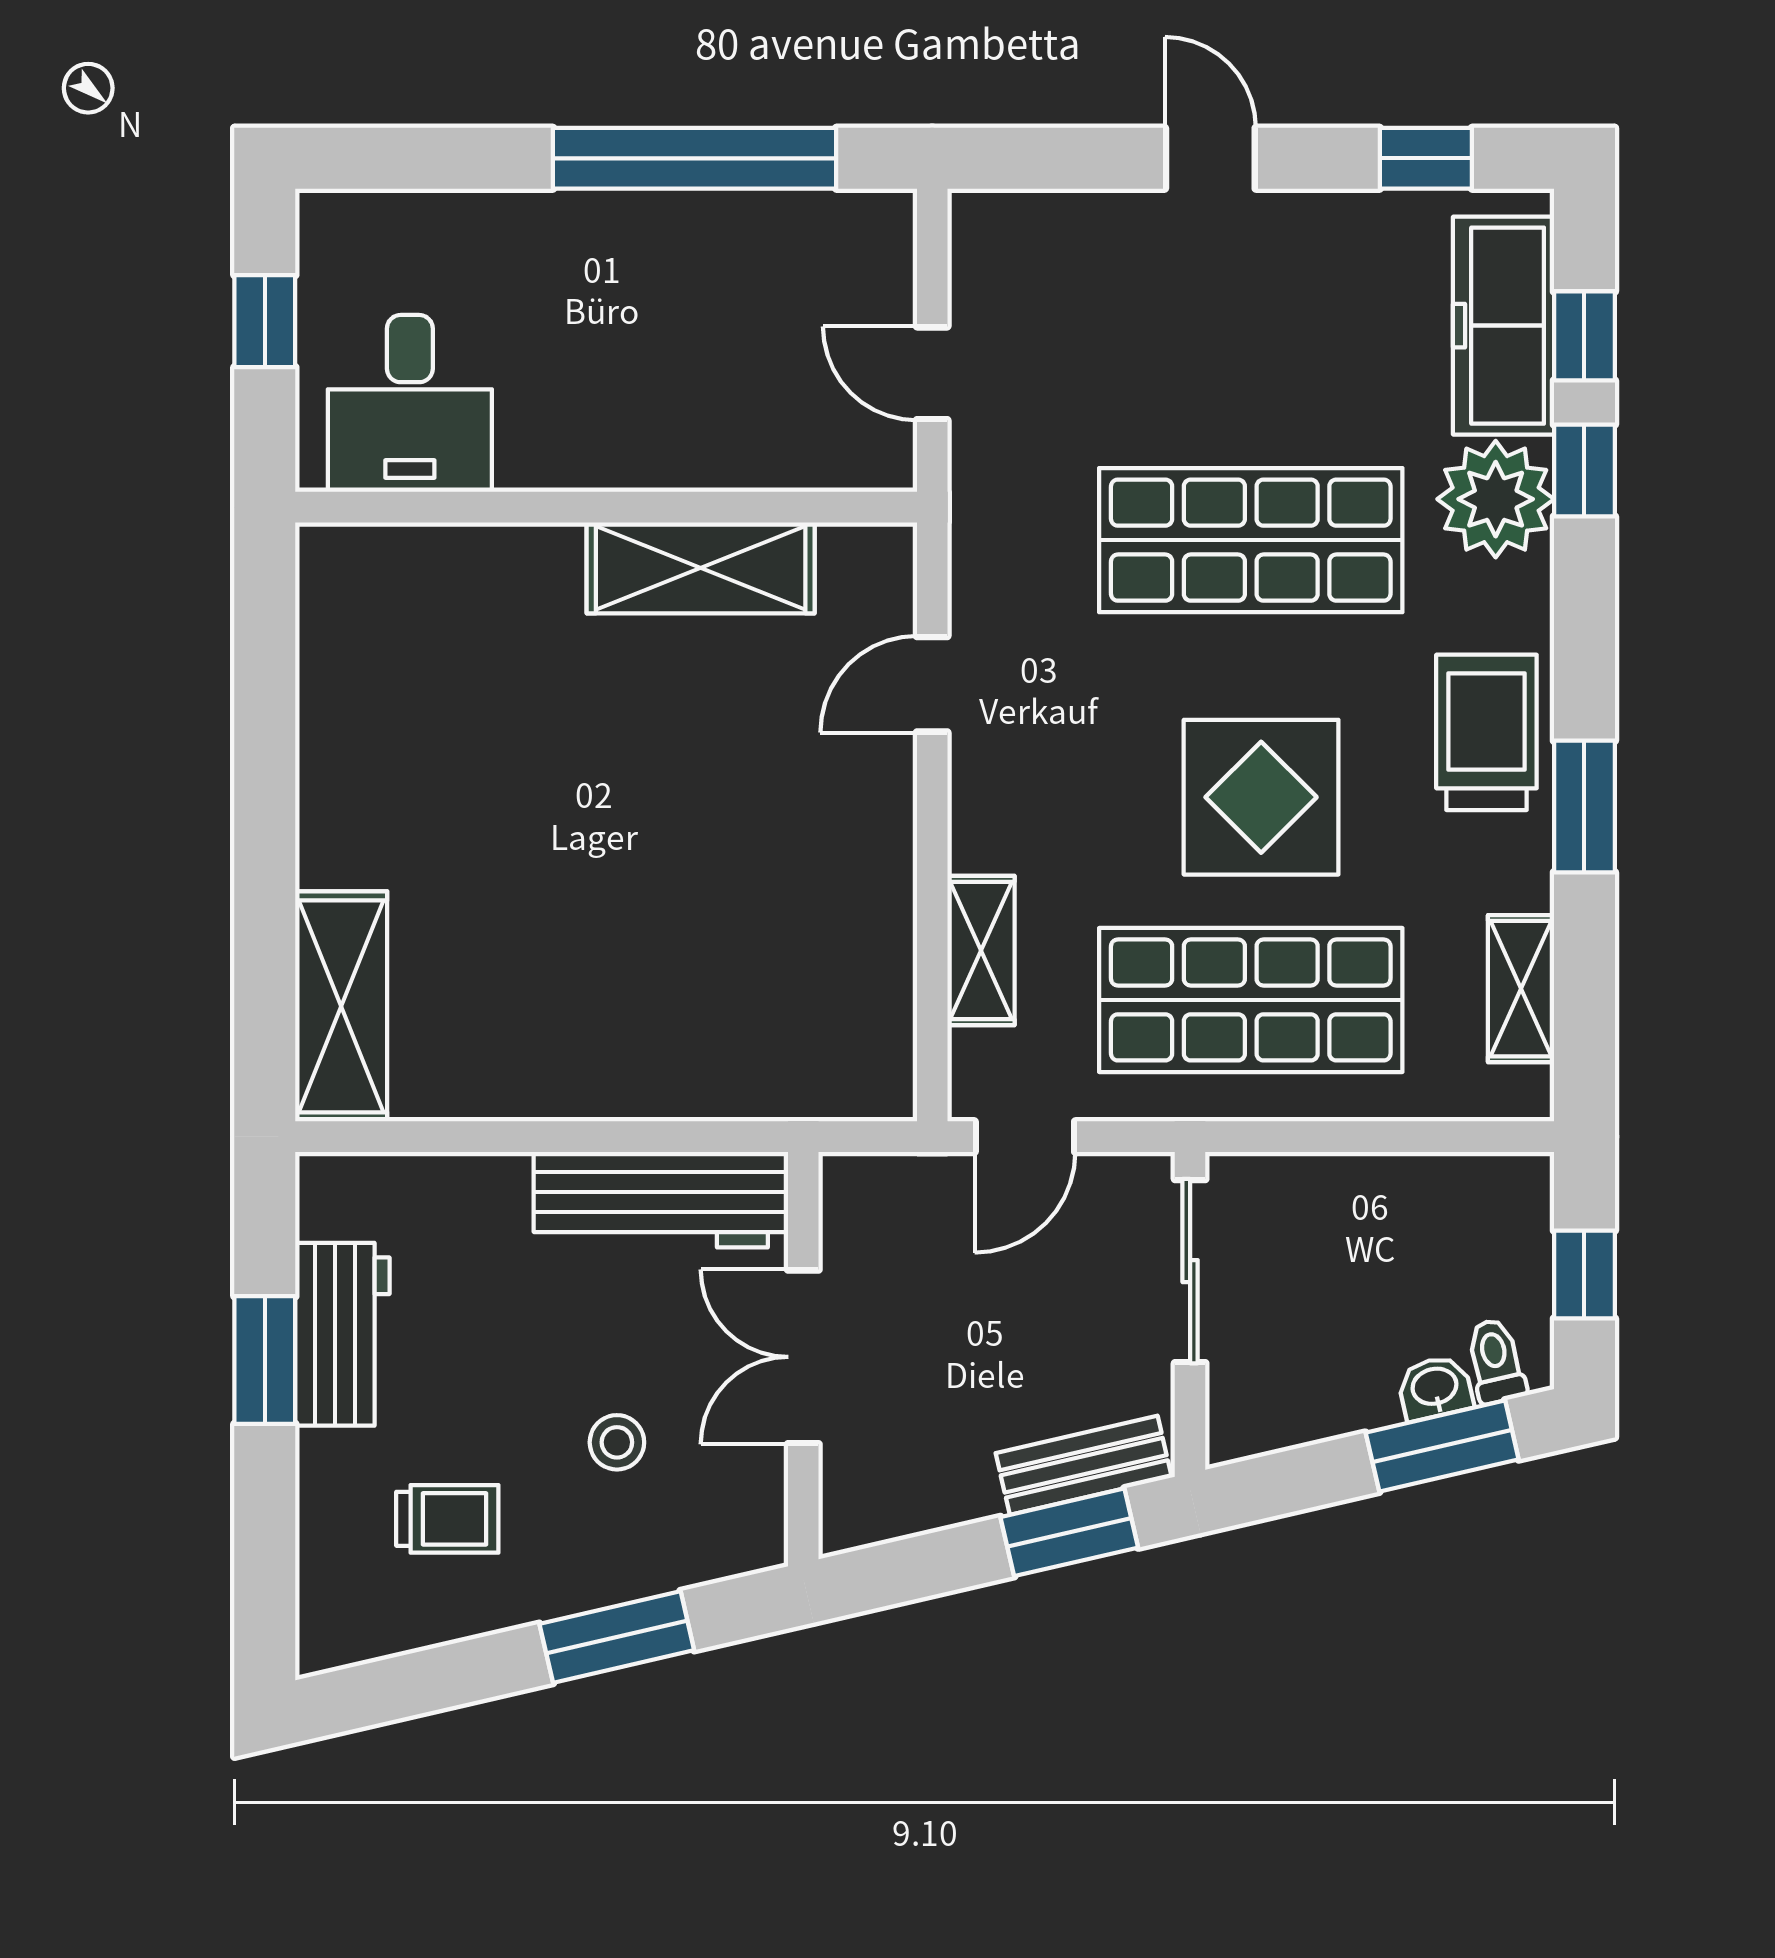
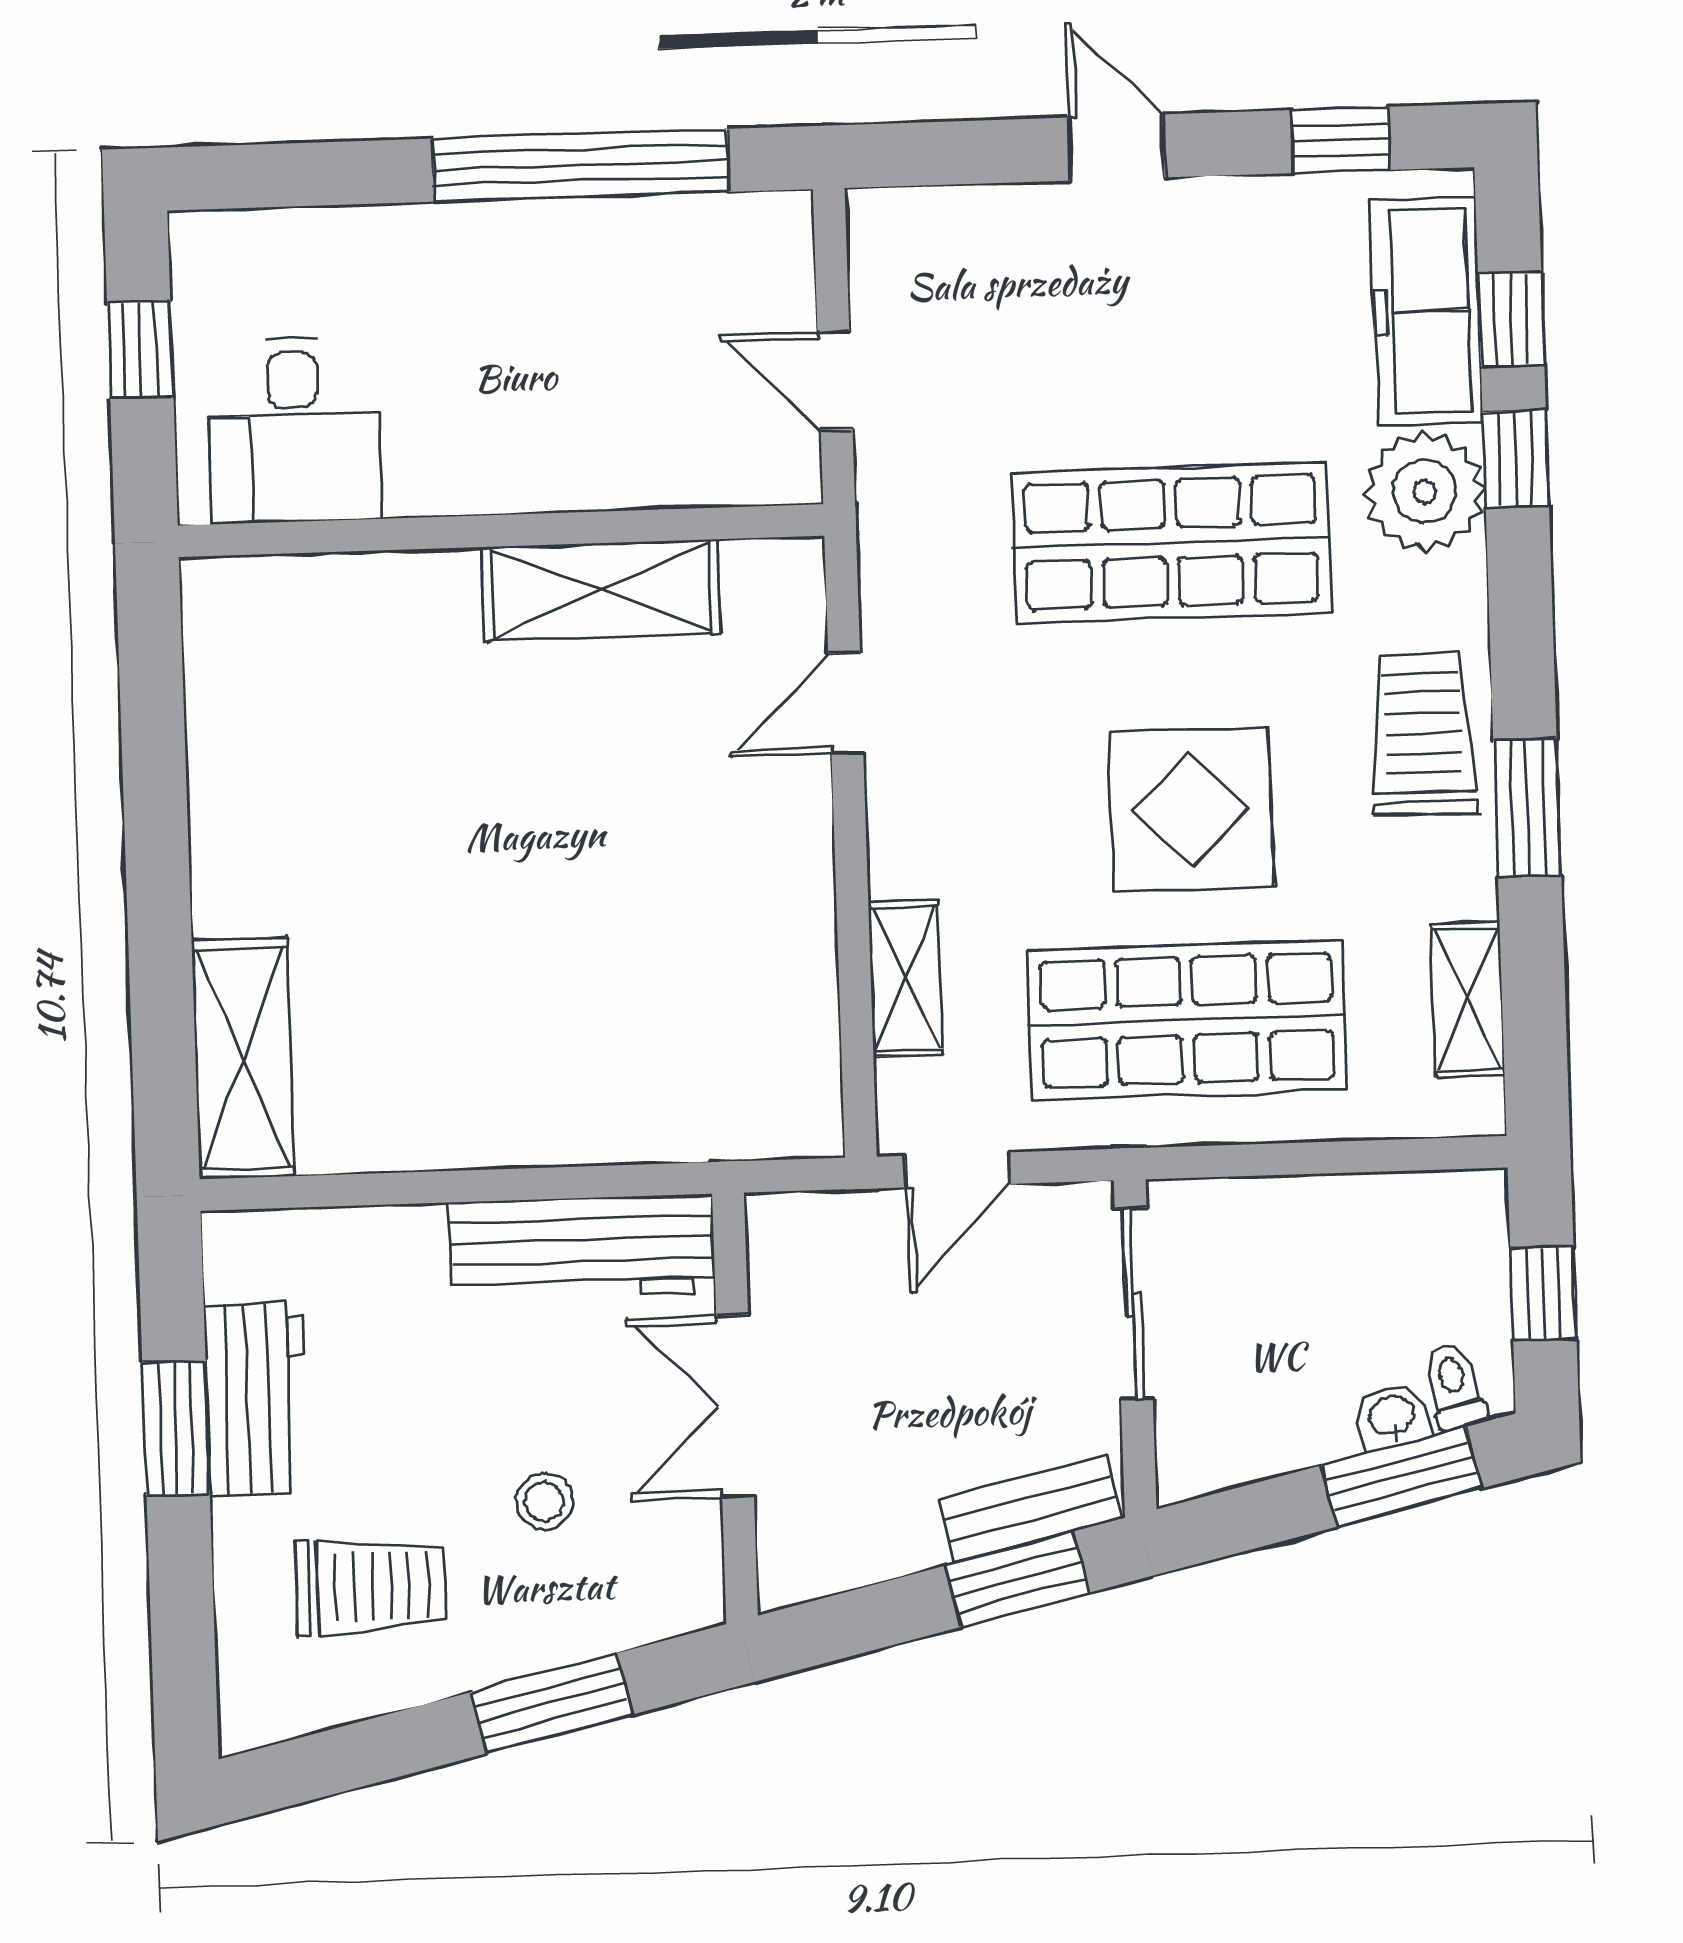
trolley: (447, 1519) -> (371, 1587), width x1.36, depth x1.39

